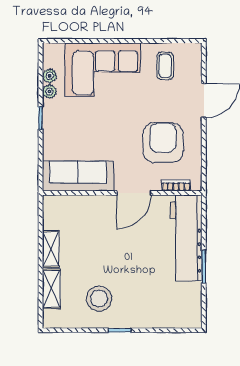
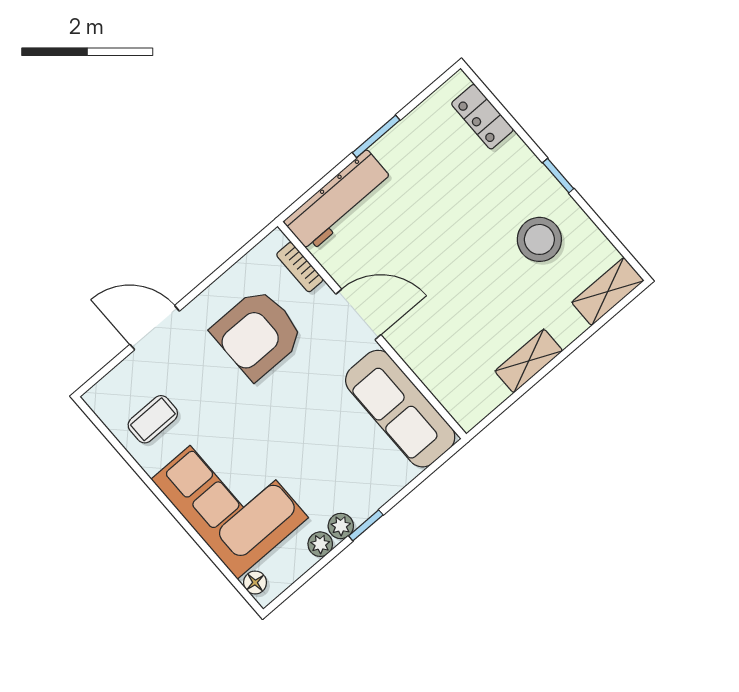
floor lamp: (57, 49) -> (255, 582), added
plant: (50, 76) -> (341, 526), moved
workbench: (186, 238) -> (338, 201), width x0.73, depth x0.76
shelving: (51, 289) -> (608, 291), moved
locker: (173, 320) -> (482, 117), added

